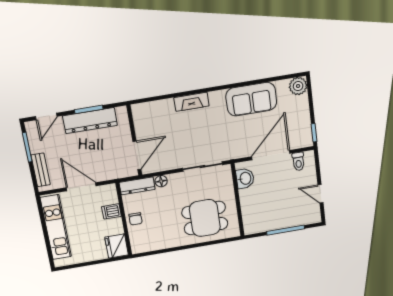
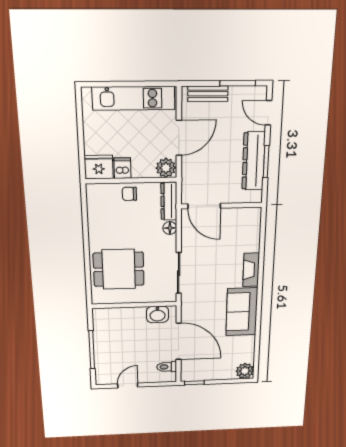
sofa: (251, 99) -> (242, 312), moved
plant: (108, 193) -> (166, 168), added
dishwasher: (111, 211) -> (122, 168), moved
dining table: (205, 218) -> (119, 269), turned 90

